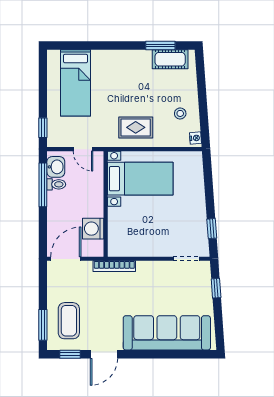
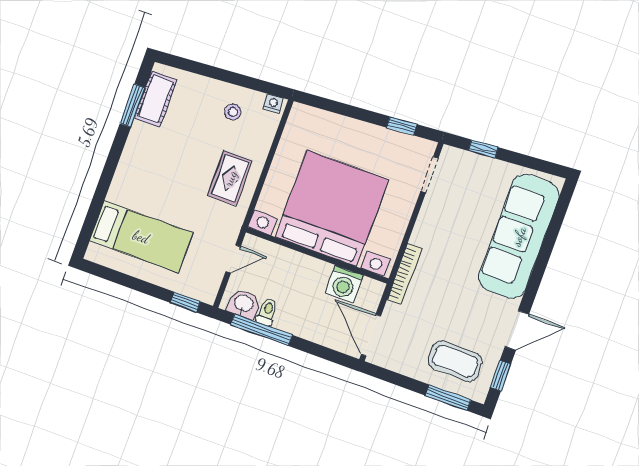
bed with nightstands: (140, 179) -> (332, 208), width x1.85
door: (104, 354) -> (517, 330), hinge flipped

